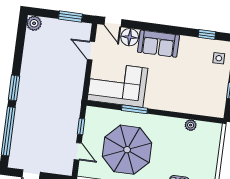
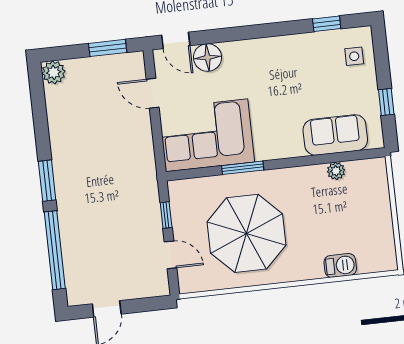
sofa: (158, 44) -> (335, 135), moved, turned 180

